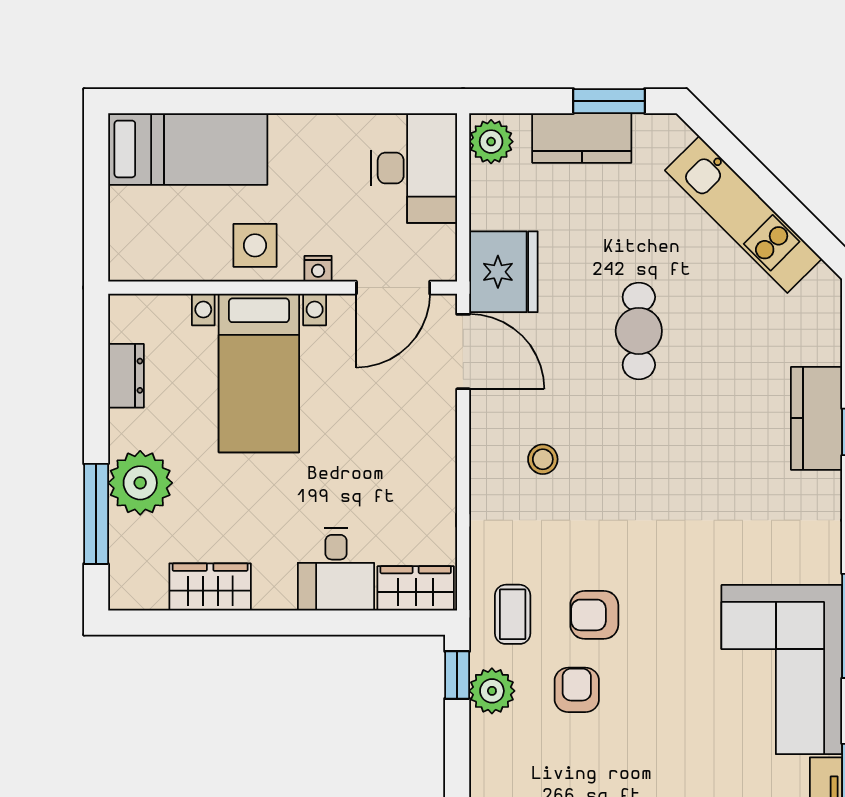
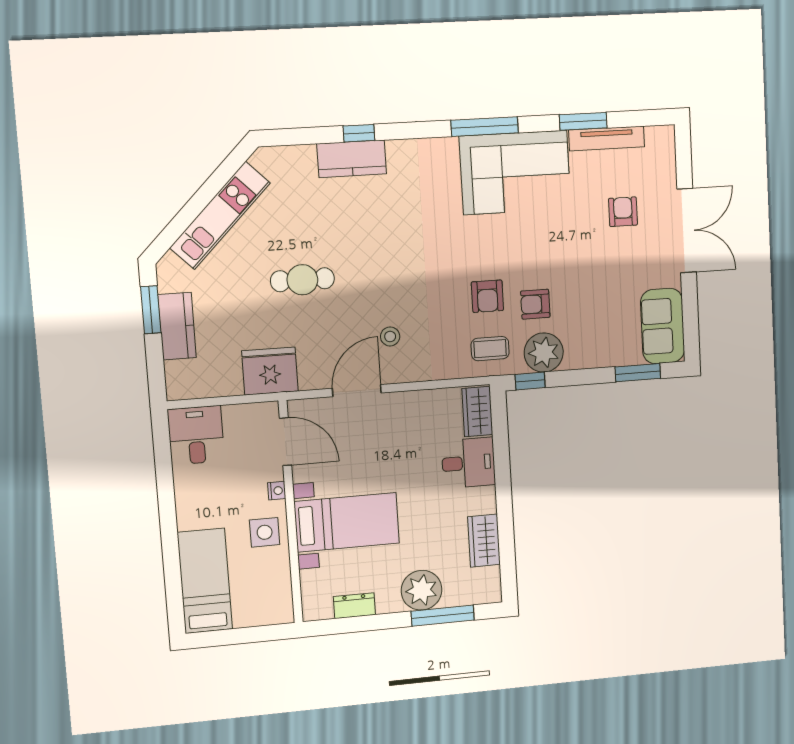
plant: (491, 142) -> (184, 386), removed
desk: (414, 168) -> (196, 435), width x0.73
door: (463, 352) -> (357, 391), moved
plant: (492, 691) -> (544, 353), width x1.36, depth x1.36

